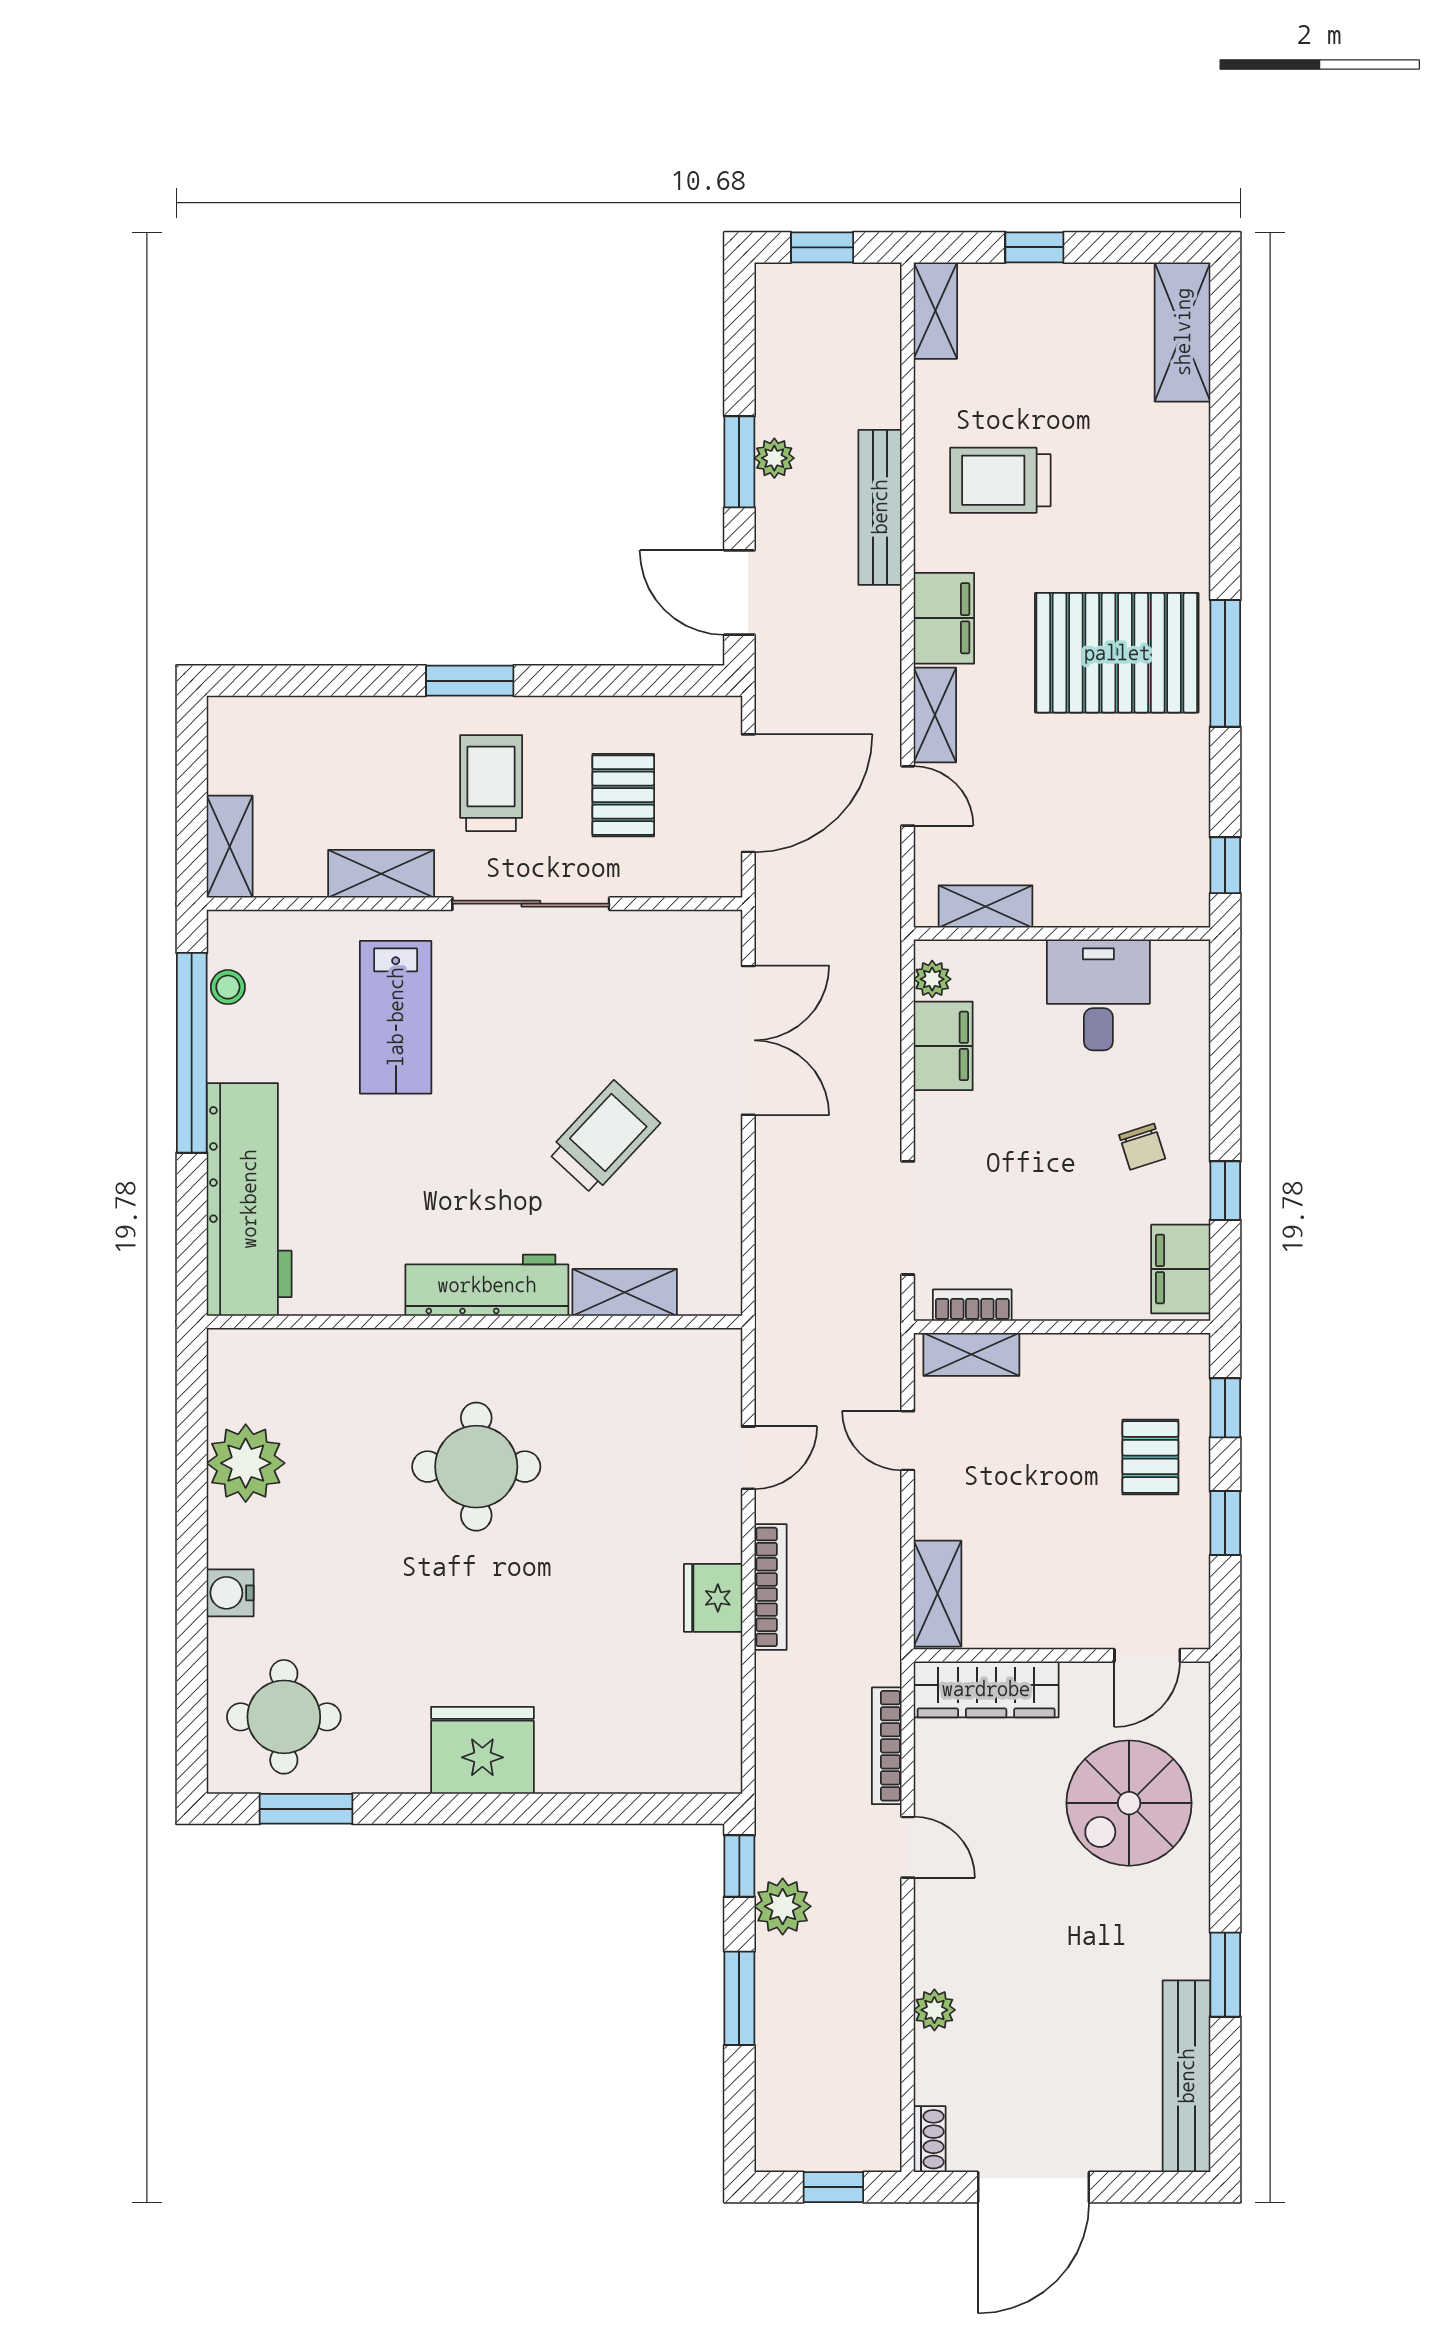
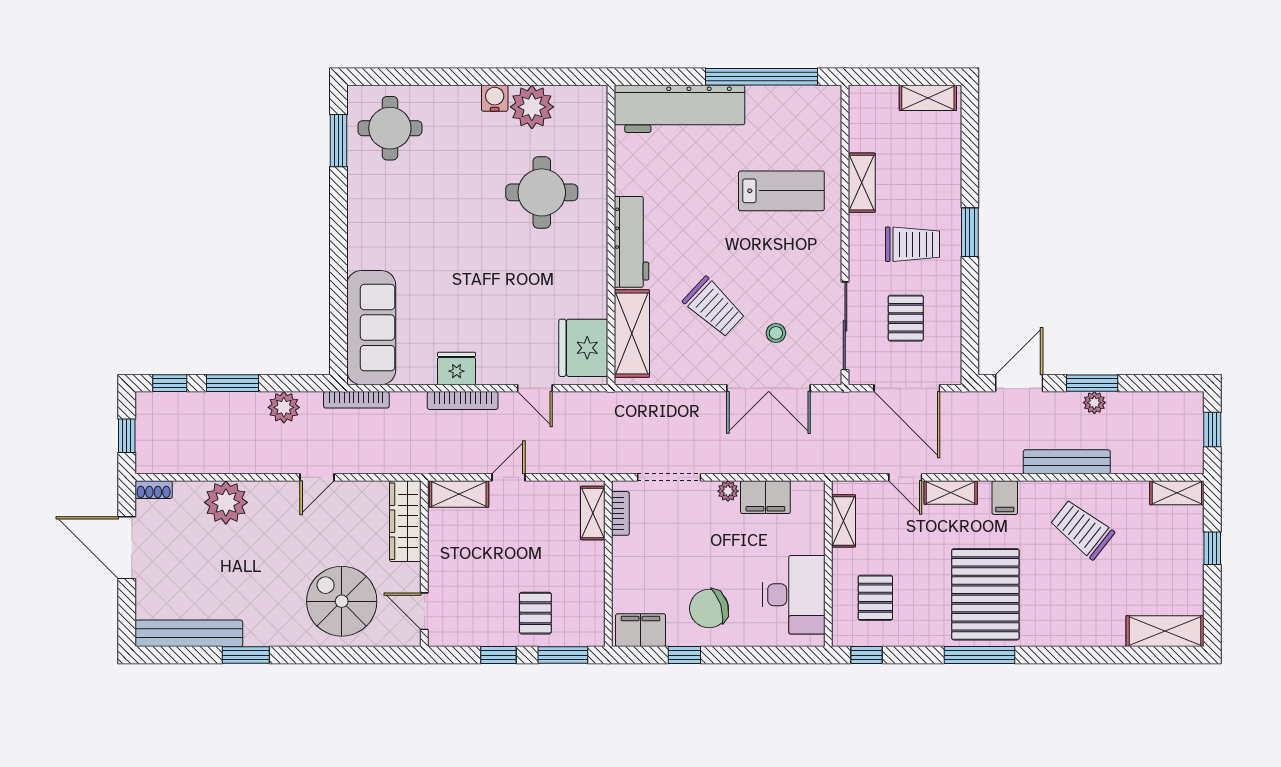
trolley: (1000, 480) -> (1082, 529), turned -52
filing cabinet: (944, 618) -> (1005, 498), width x0.50
pallet: (623, 795) -> (906, 318), turned 90
door: (908, 796) -> (905, 477), hinge flipped
shelving: (230, 847) -> (928, 98), moved
pallet: (1123, 849) -> (875, 598), added
sliding door: (531, 904) -> (845, 326), moved
plant: (932, 979) -> (728, 491), moved
stool: (228, 987) -> (776, 333), moved
desk: (1098, 995) -> (794, 595), width x1.37
lab bench: (396, 1017) -> (781, 191), turned 180
chair: (1142, 1147) -> (709, 609), width x1.87, depth x1.87
shelving: (625, 1292) -> (632, 334), width x1.50, depth x1.33
window: (1225, 1408) -> (563, 655), width x1.50
door: (908, 1441) -> (508, 477), moved
pallet: (1150, 1457) -> (535, 613), turned 90
round table: (476, 1467) -> (542, 192), moved
water cooler: (230, 1593) -> (495, 98), moved
bookcase: (887, 1746) -> (356, 400), moved, turned 180
fridge: (482, 1750) -> (583, 348), moved, turned 180
sofa: (640, 1750) -> (371, 328), added
window: (739, 1866) -> (170, 383), moved
plant: (934, 2010) -> (226, 502), width x1.88, depth x1.88

